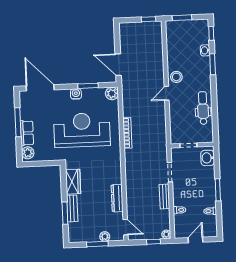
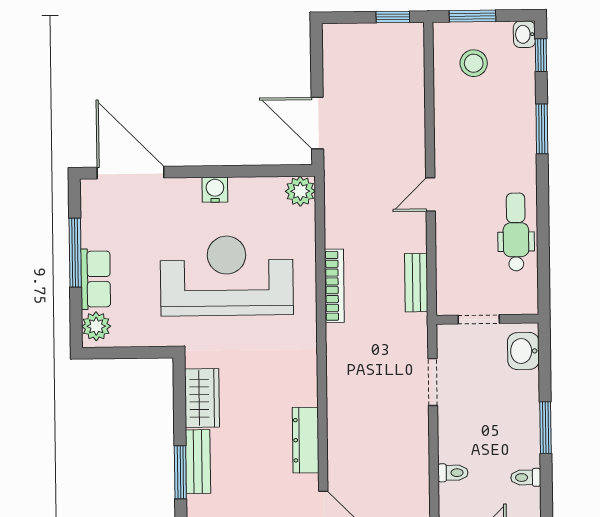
washbasin: (205, 50) -> (524, 34), moved
stool: (176, 77) -> (474, 63), moved
window: (88, 86) -> (244, 171), removed
bench: (164, 197) -> (416, 283), moved

